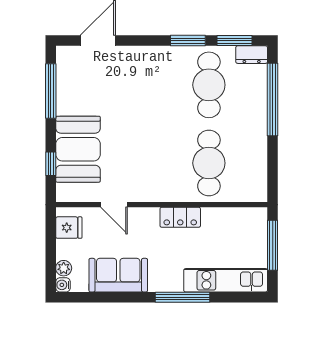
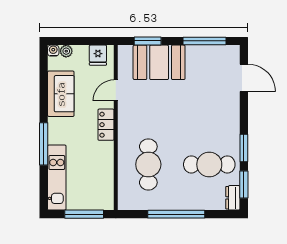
window: (273, 99) -> (176, 214), moved
cafe table: (209, 163) -> (148, 164), turned 90
window: (51, 164) -> (148, 41), width x1.50
locker: (180, 217) -> (106, 125), moved

